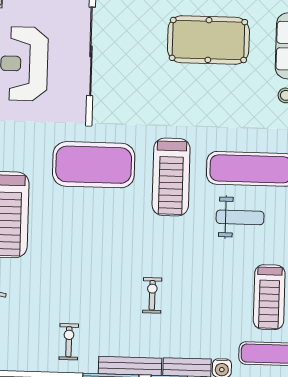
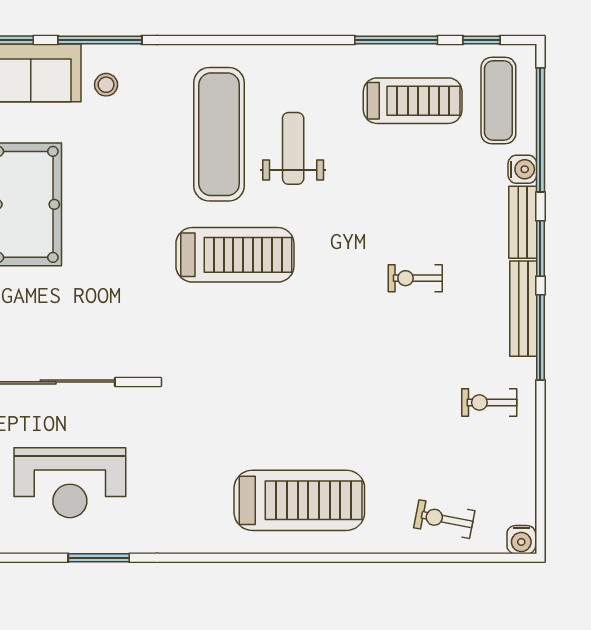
exercise mat: (94, 165) -> (220, 373), removed

